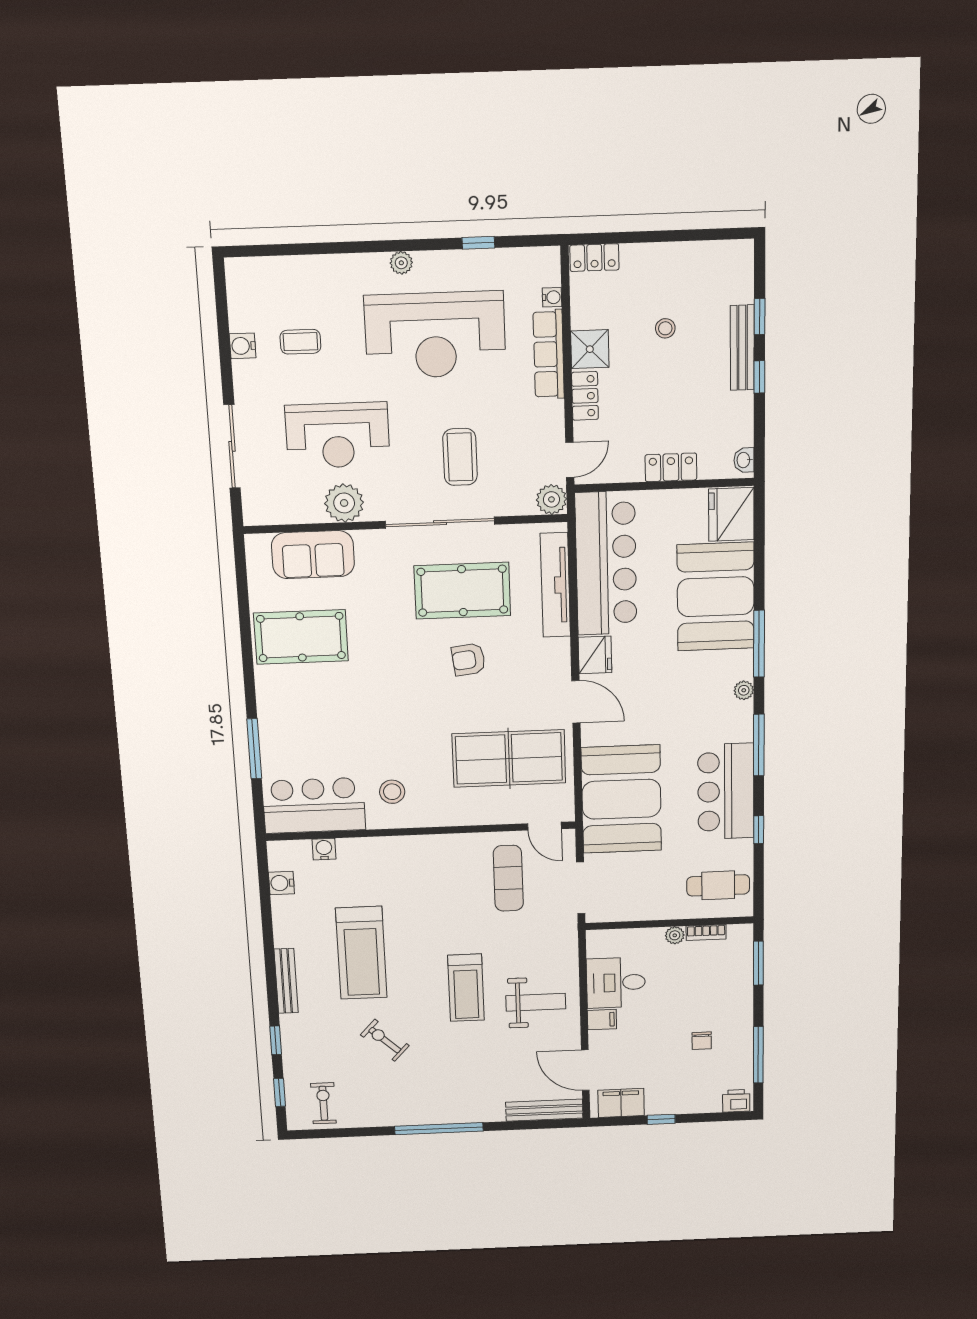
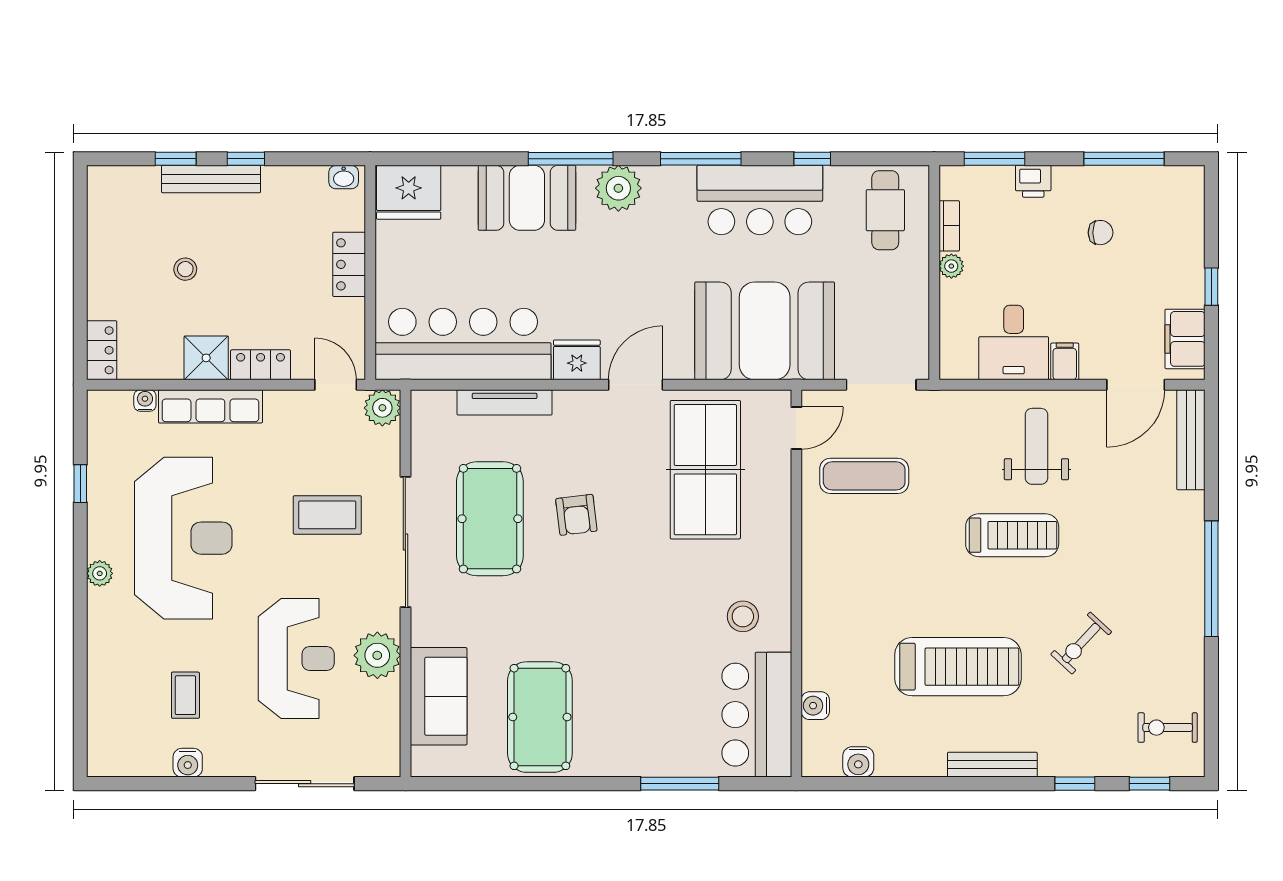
tv unit: (555, 585) -> (505, 402), width x0.73, depth x0.78
booth: (716, 597) -> (527, 198), width x0.73, depth x0.70
plant: (744, 690) -> (618, 188), width x1.87, depth x1.87
printer: (736, 1101) -> (1033, 181), moved, turned -90

